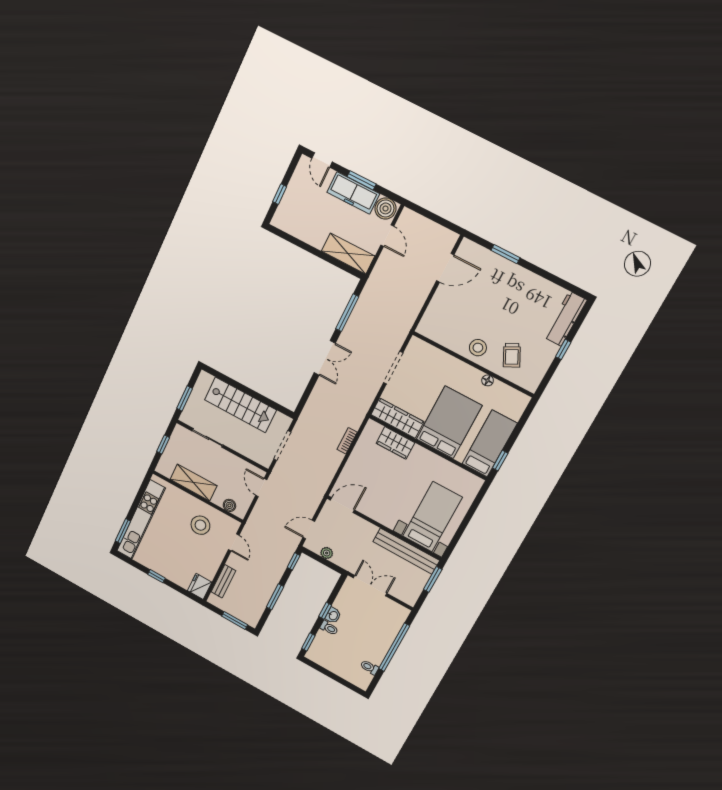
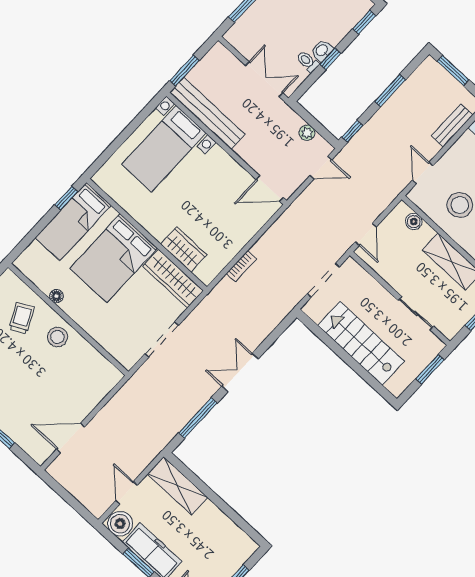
double door: (370, 586) -> (264, 79), swing flipped
toilet: (329, 628) -> (308, 62), moved

